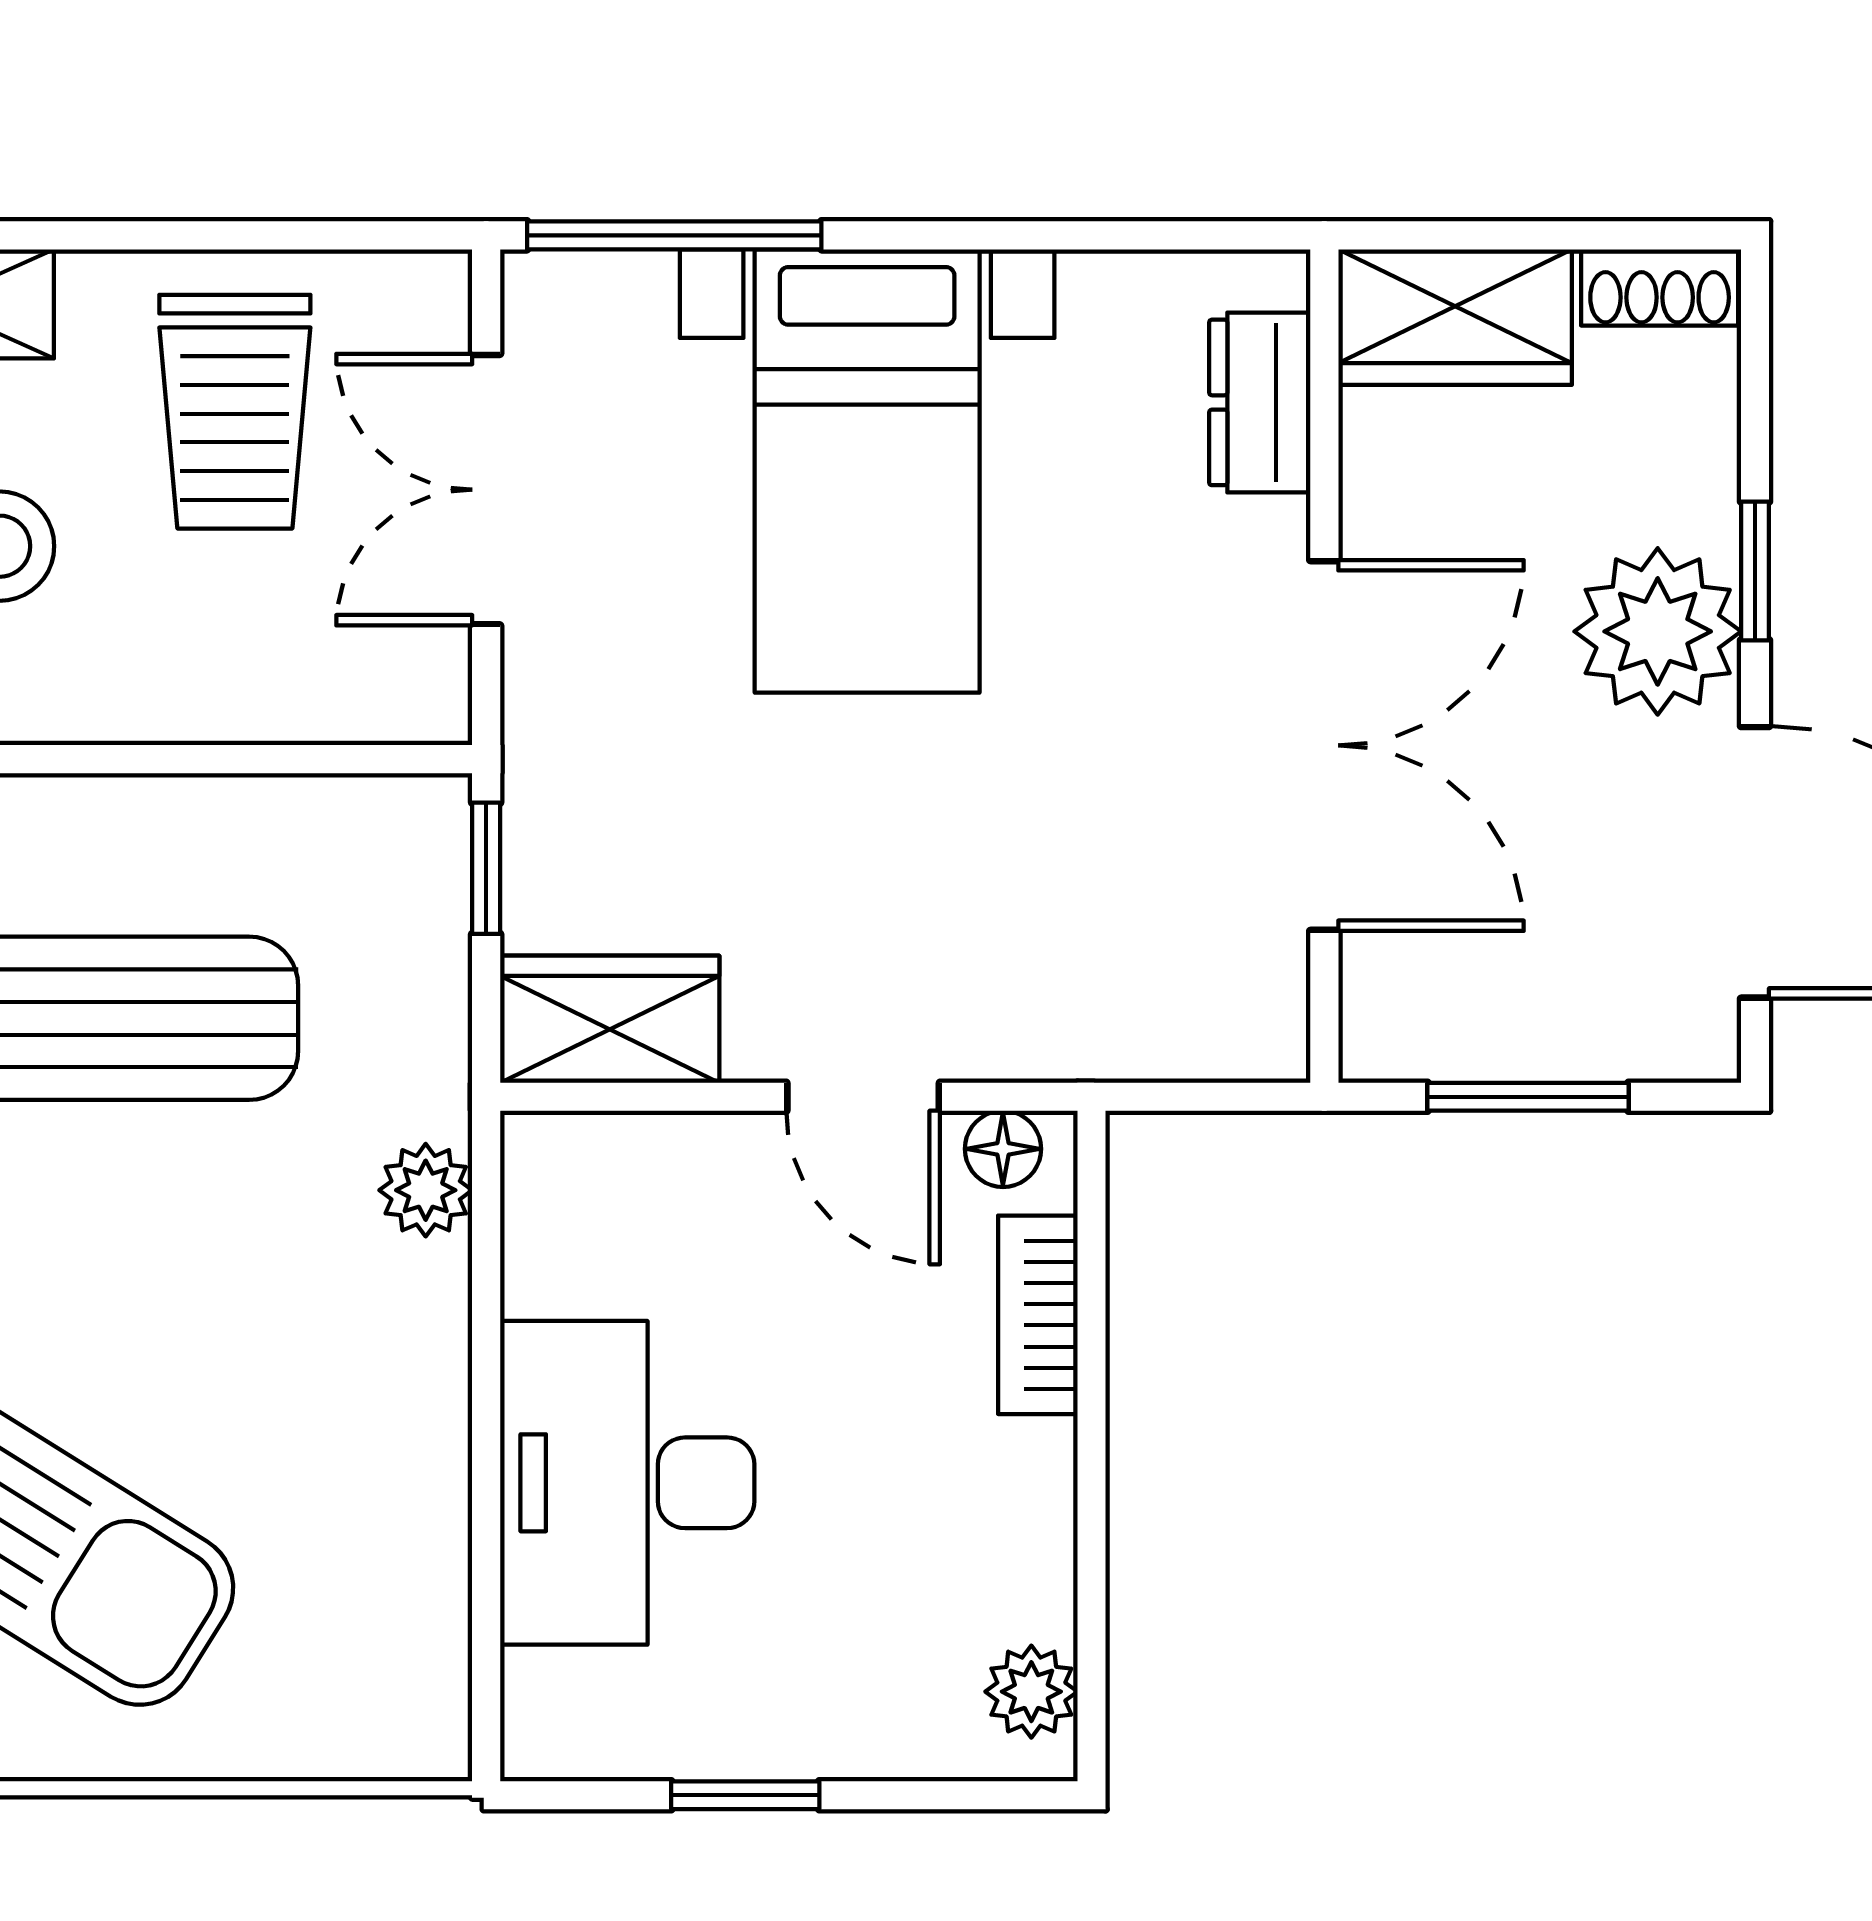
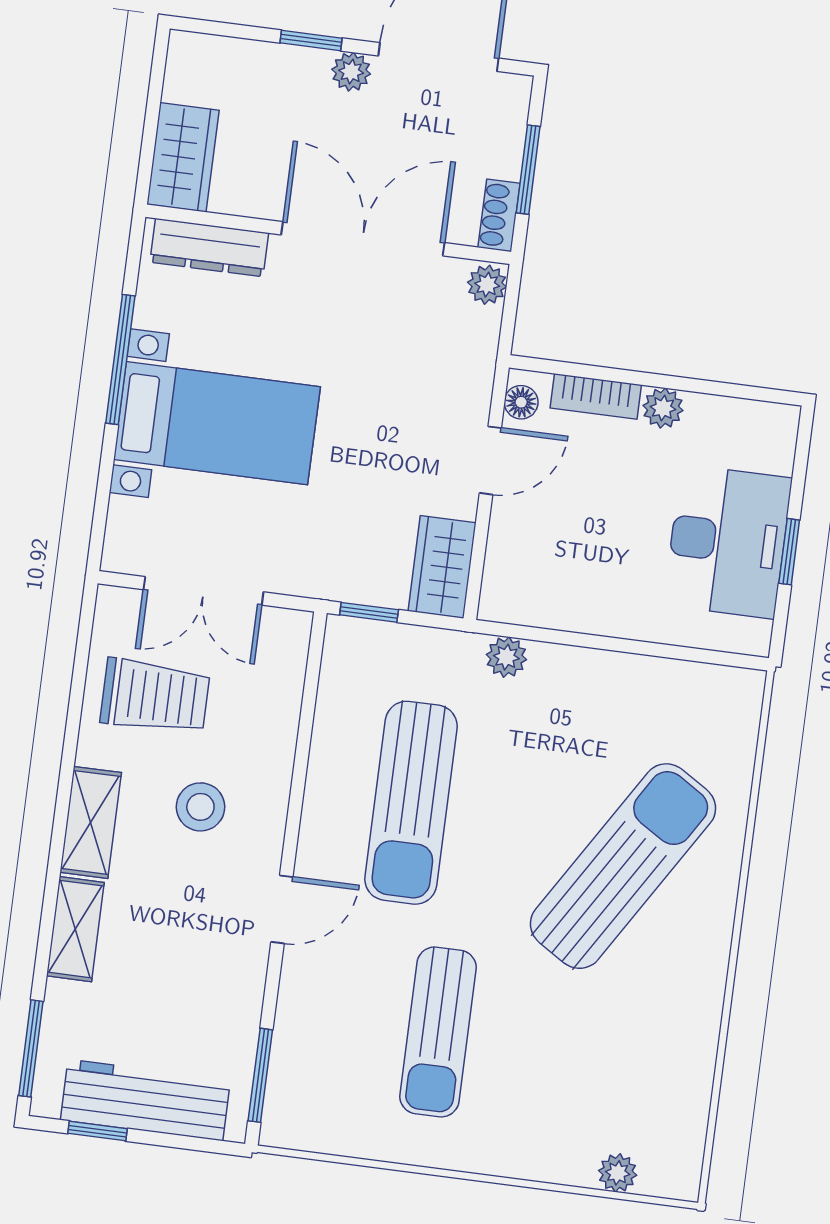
window: (674, 235) -> (120, 360), moved
shoe rack: (1660, 287) -> (499, 215), moved, turned 180
dresser: (1260, 402) -> (209, 248), width x1.44
plant: (1658, 631) -> (351, 72), width x0.53, depth x0.53
plant: (1257, 1038) -> (487, 285), added
desk: (627, 1483) -> (728, 542), moved, turned -90
plant: (1031, 1692) -> (663, 408), moved

